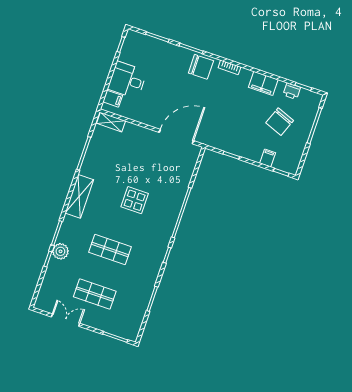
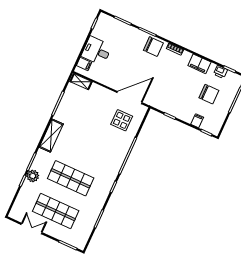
chair: (280, 122) -> (209, 94), turned -111
display table: (135, 200) -> (122, 120), moved
shop shelf: (110, 249) -> (71, 178), width x1.43, depth x1.36
shop shelf: (95, 294) -> (56, 211), width x1.43, depth x1.36

